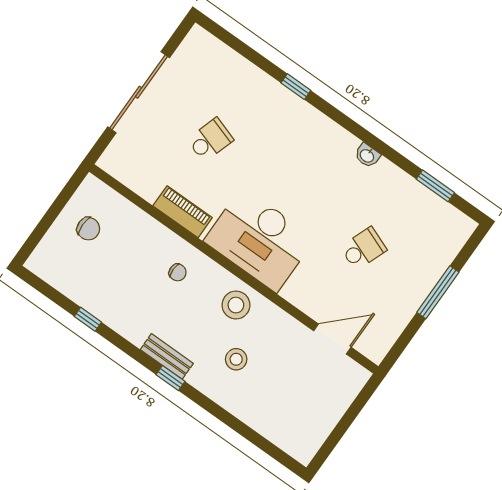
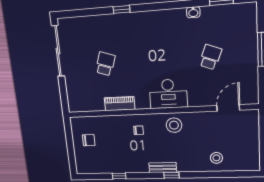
sliding door: (139, 92) -> (58, 51), moved
washbasin: (367, 155) -> (193, 12), moved
desk: (259, 240) -> (168, 94), width x0.73, depth x0.77
stool: (236, 359) -> (216, 158), moved

